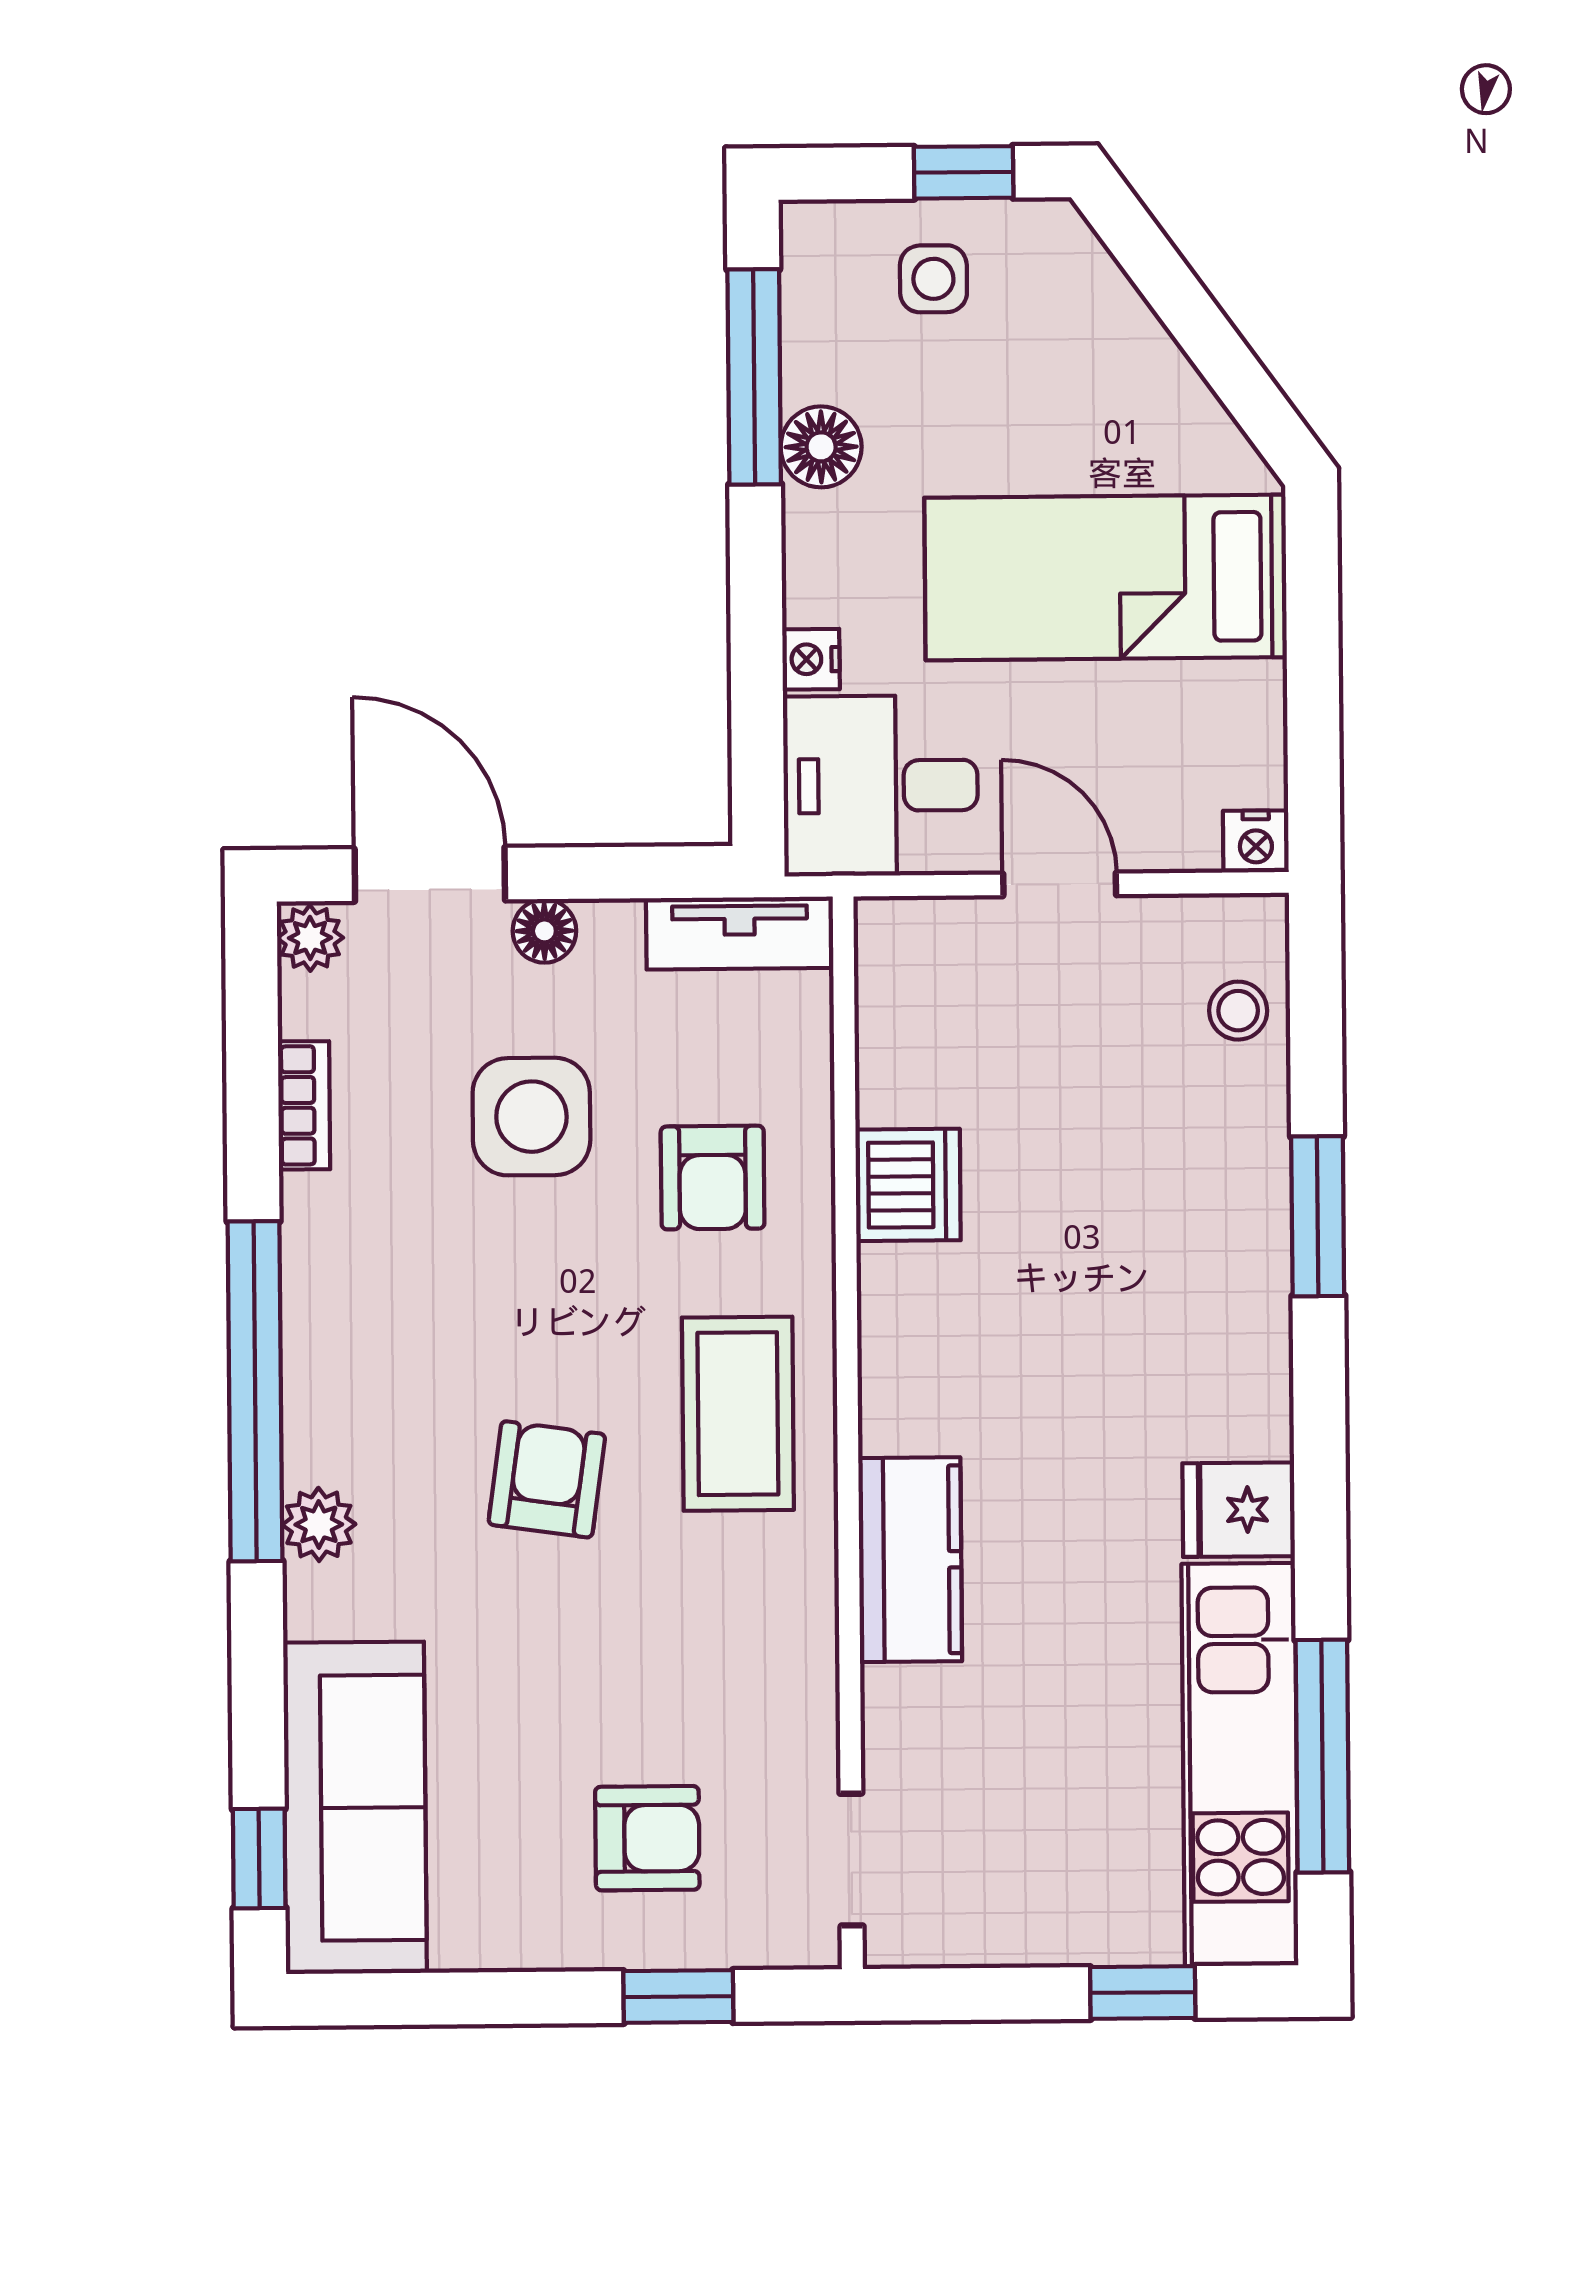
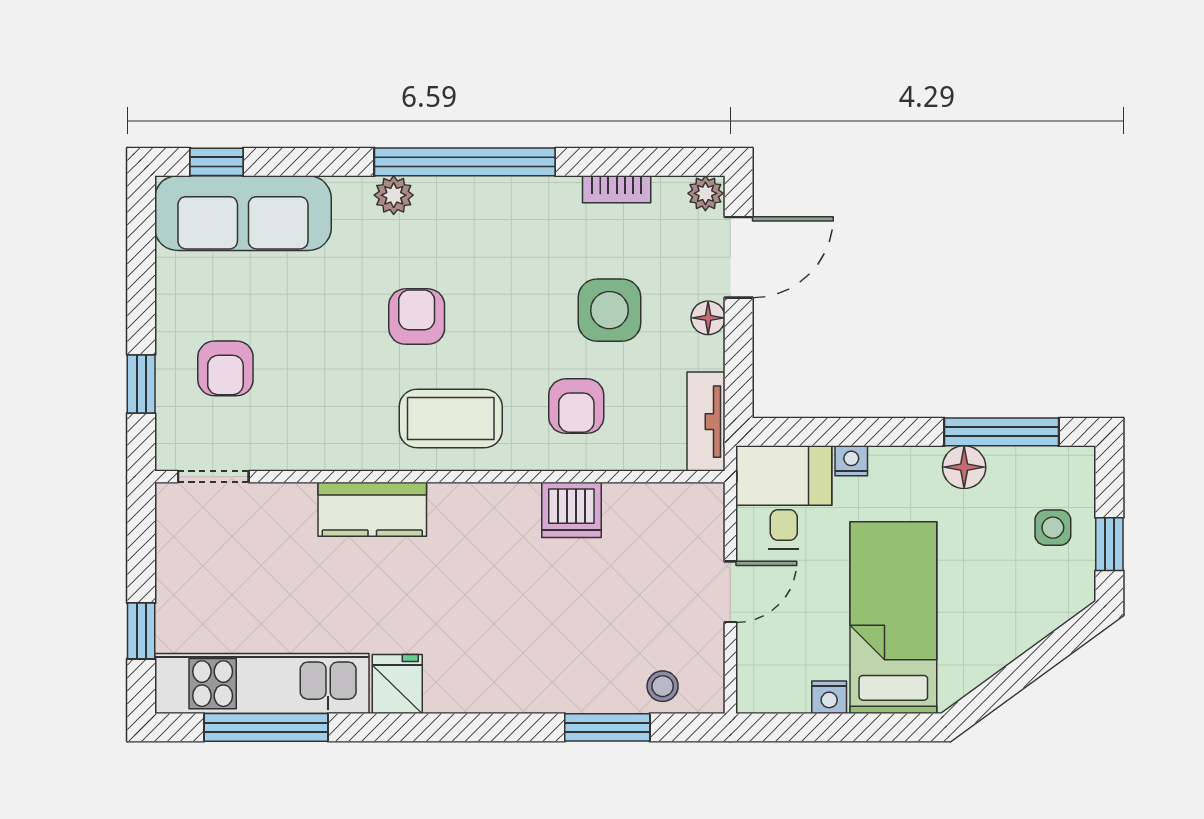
nightstand: (1256, 841) -> (829, 697), moved, turned -90
armchair: (713, 1178) -> (576, 406), turned -90
window: (1318, 1216) -> (607, 727), moved
armchair: (547, 1479) -> (417, 317), turned -98

